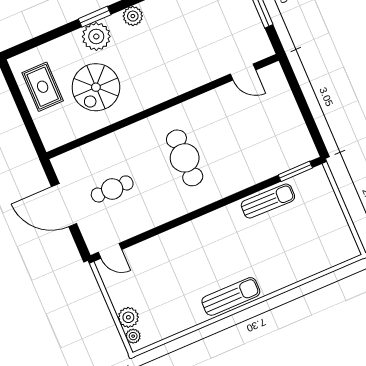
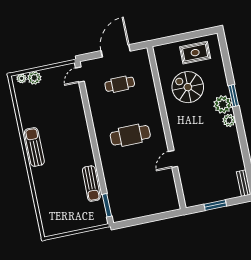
plant: (96, 36) -> (223, 104), moved
door: (243, 72) -> (173, 159), moved
cafe table: (112, 189) -> (120, 84), turned 90
sun lounger: (231, 296) -> (34, 147), turned 180

